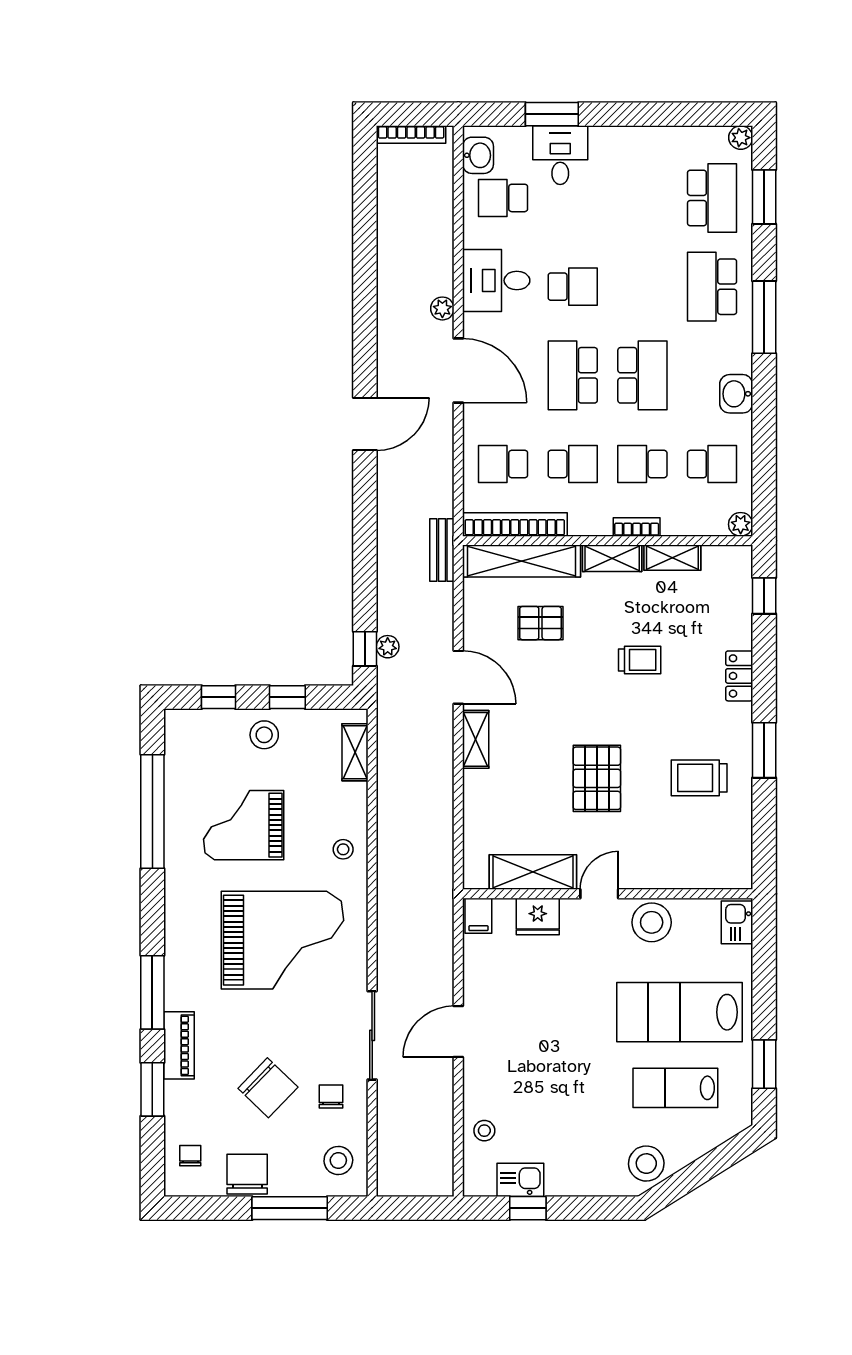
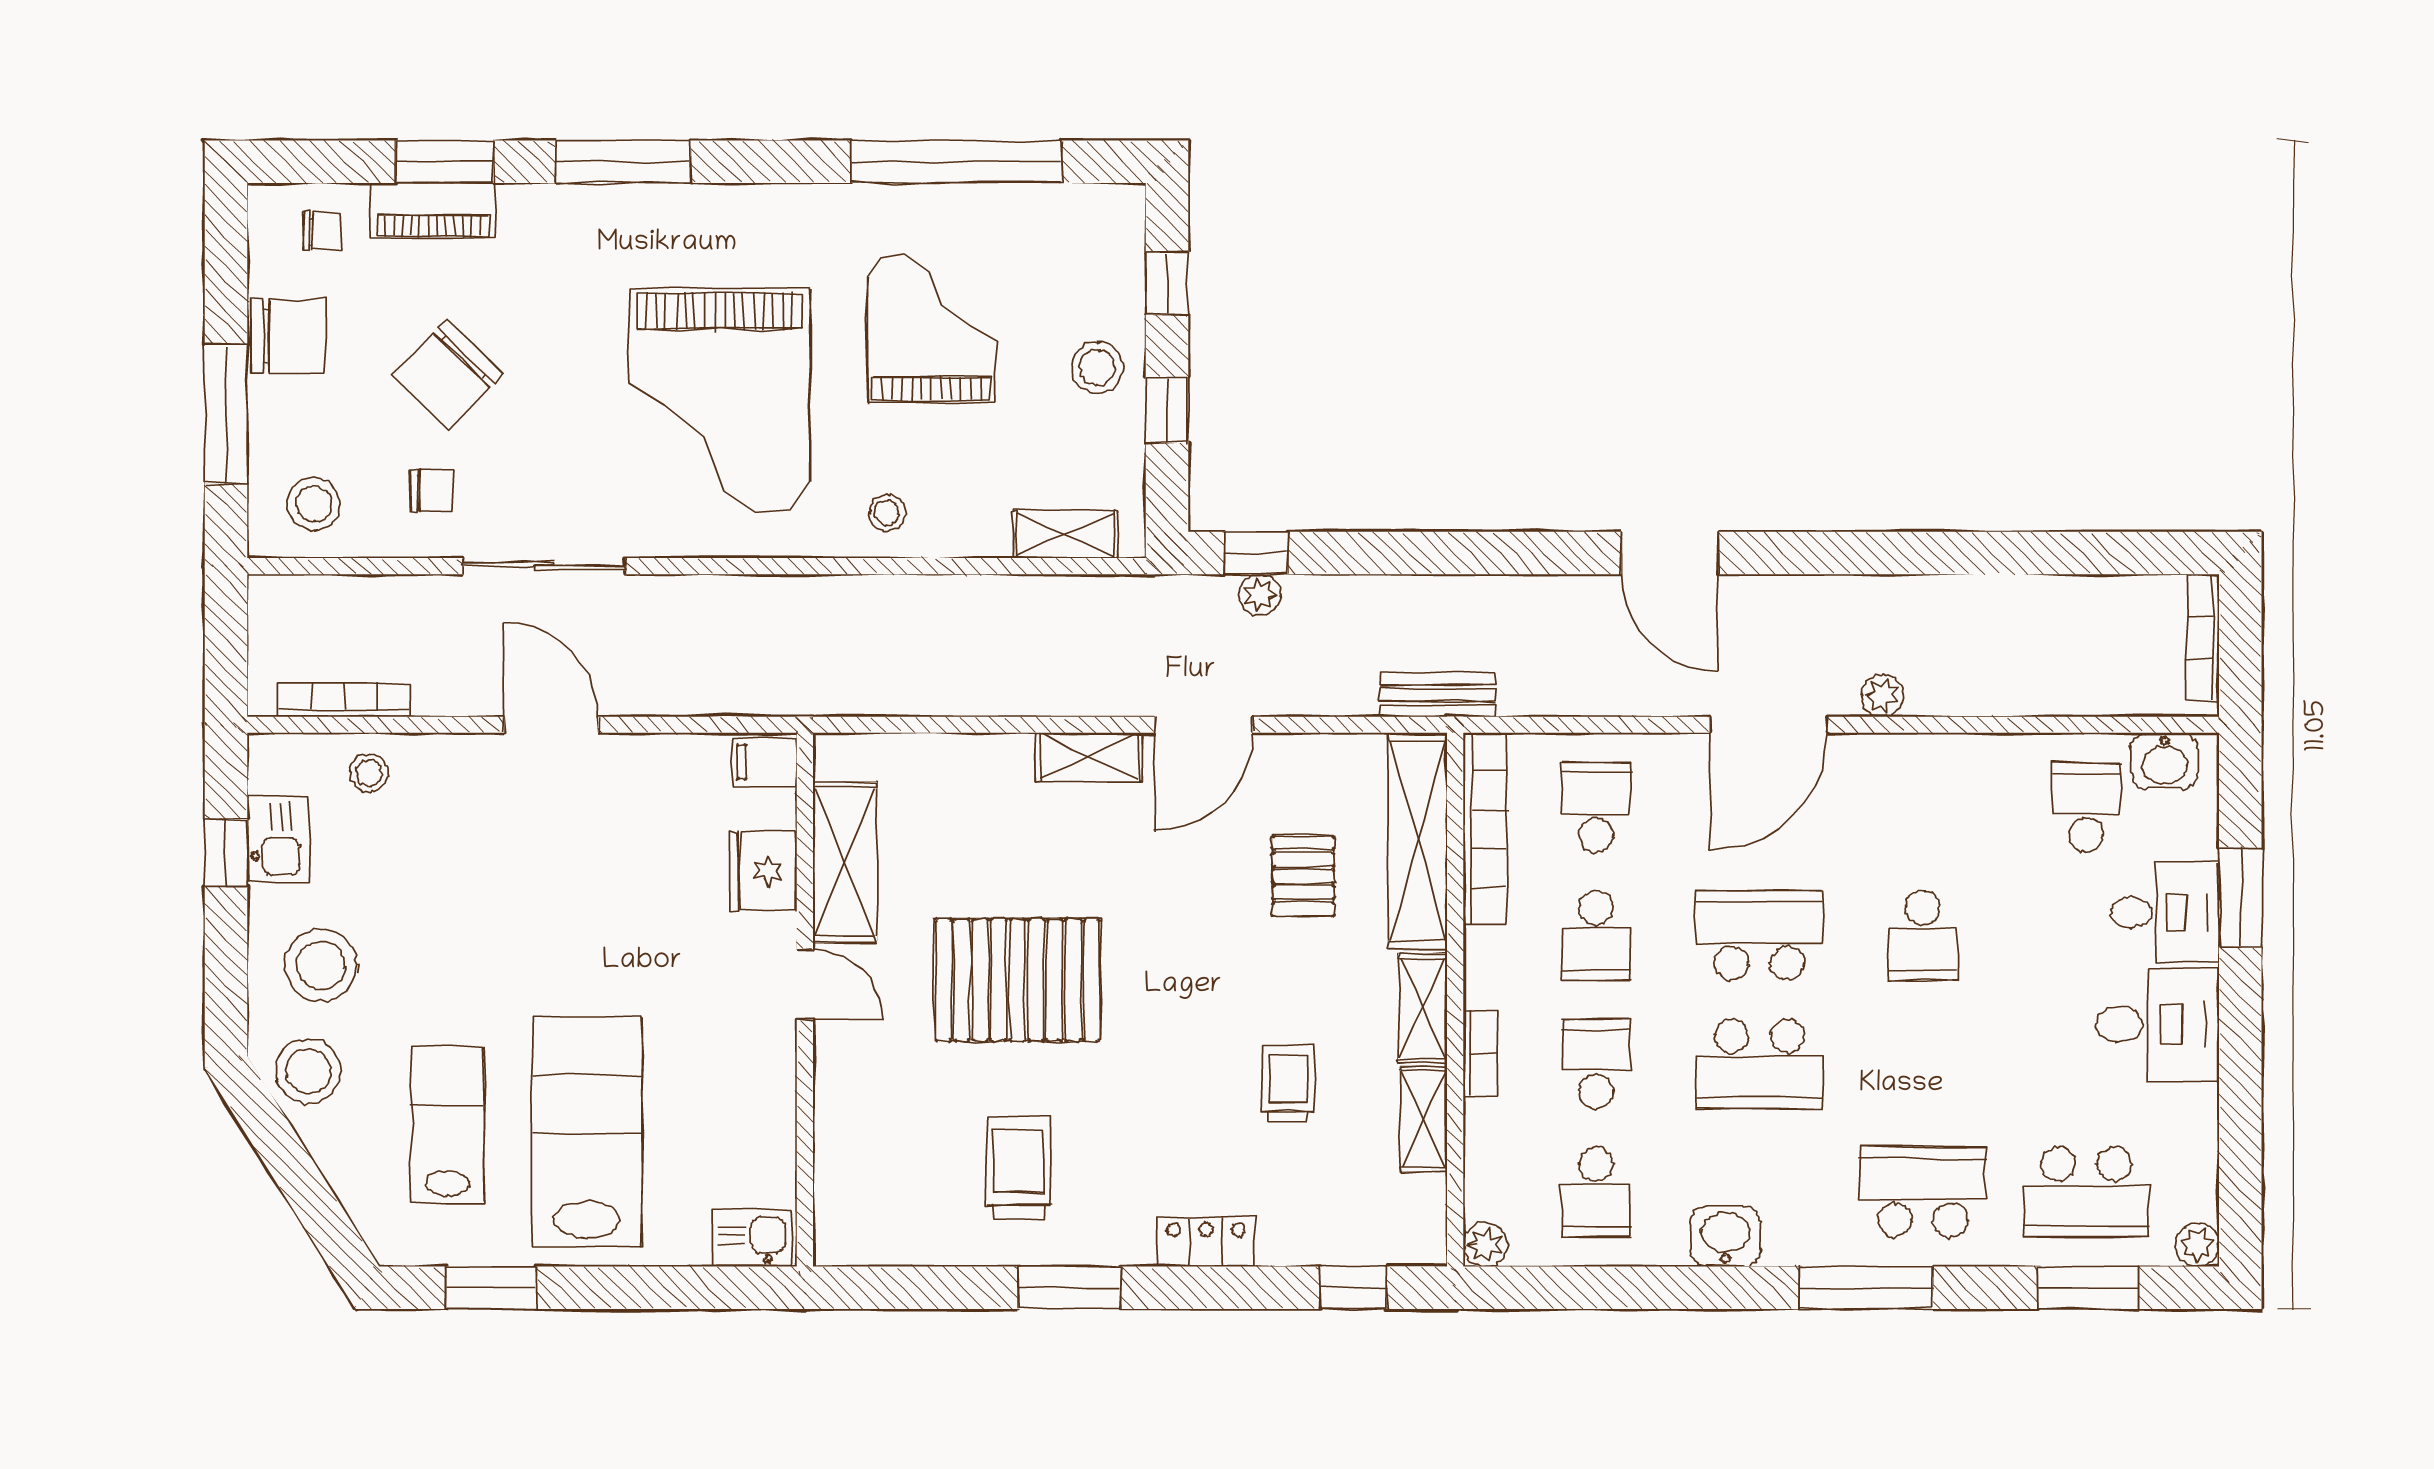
desk: (496, 280) -> (2157, 1024), moved, turned 90
trolley: (640, 660) -> (1288, 1084), moved, turned 180
pallet: (597, 778) -> (1017, 980), width x1.37, depth x1.41
stool: (652, 922) -> (321, 965), moved
piano: (179, 1045) -> (433, 211), moved
bookcase: (445, 1144) -> (344, 700), added

